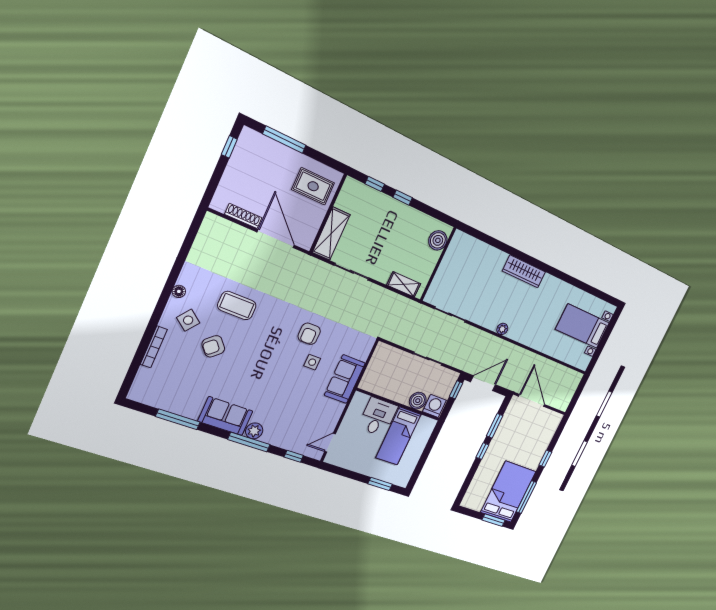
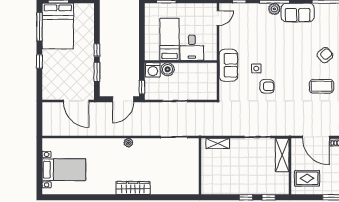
boiler: (438, 240) -> (208, 181), removed
armchair: (309, 334) -> (267, 86), turned 90

